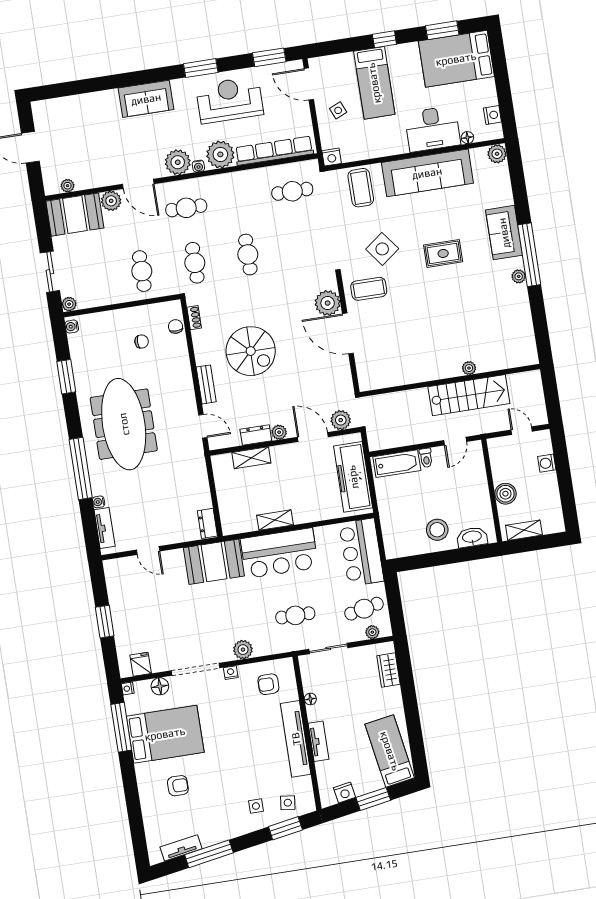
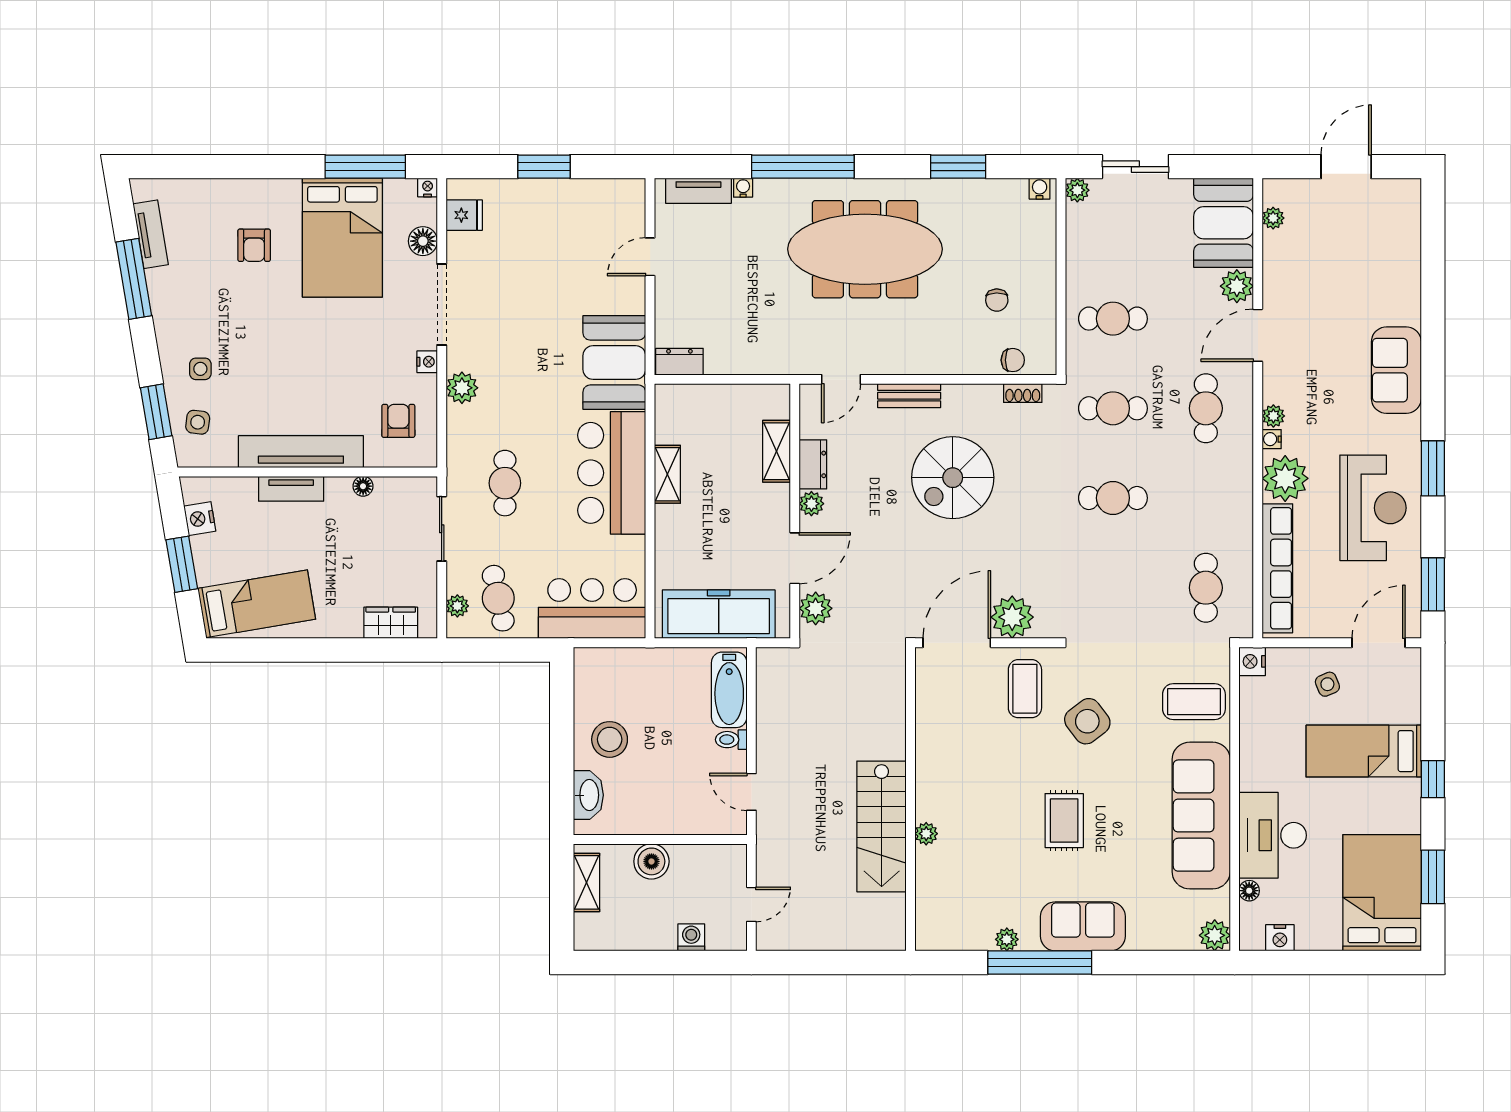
plant: (178, 162) -> (1273, 416), width x0.53, depth x0.53
plant: (469, 368) -> (926, 834), moved
wall: (450, 381) -> (911, 799), moved
stairs: (469, 395) -> (882, 826), moved

